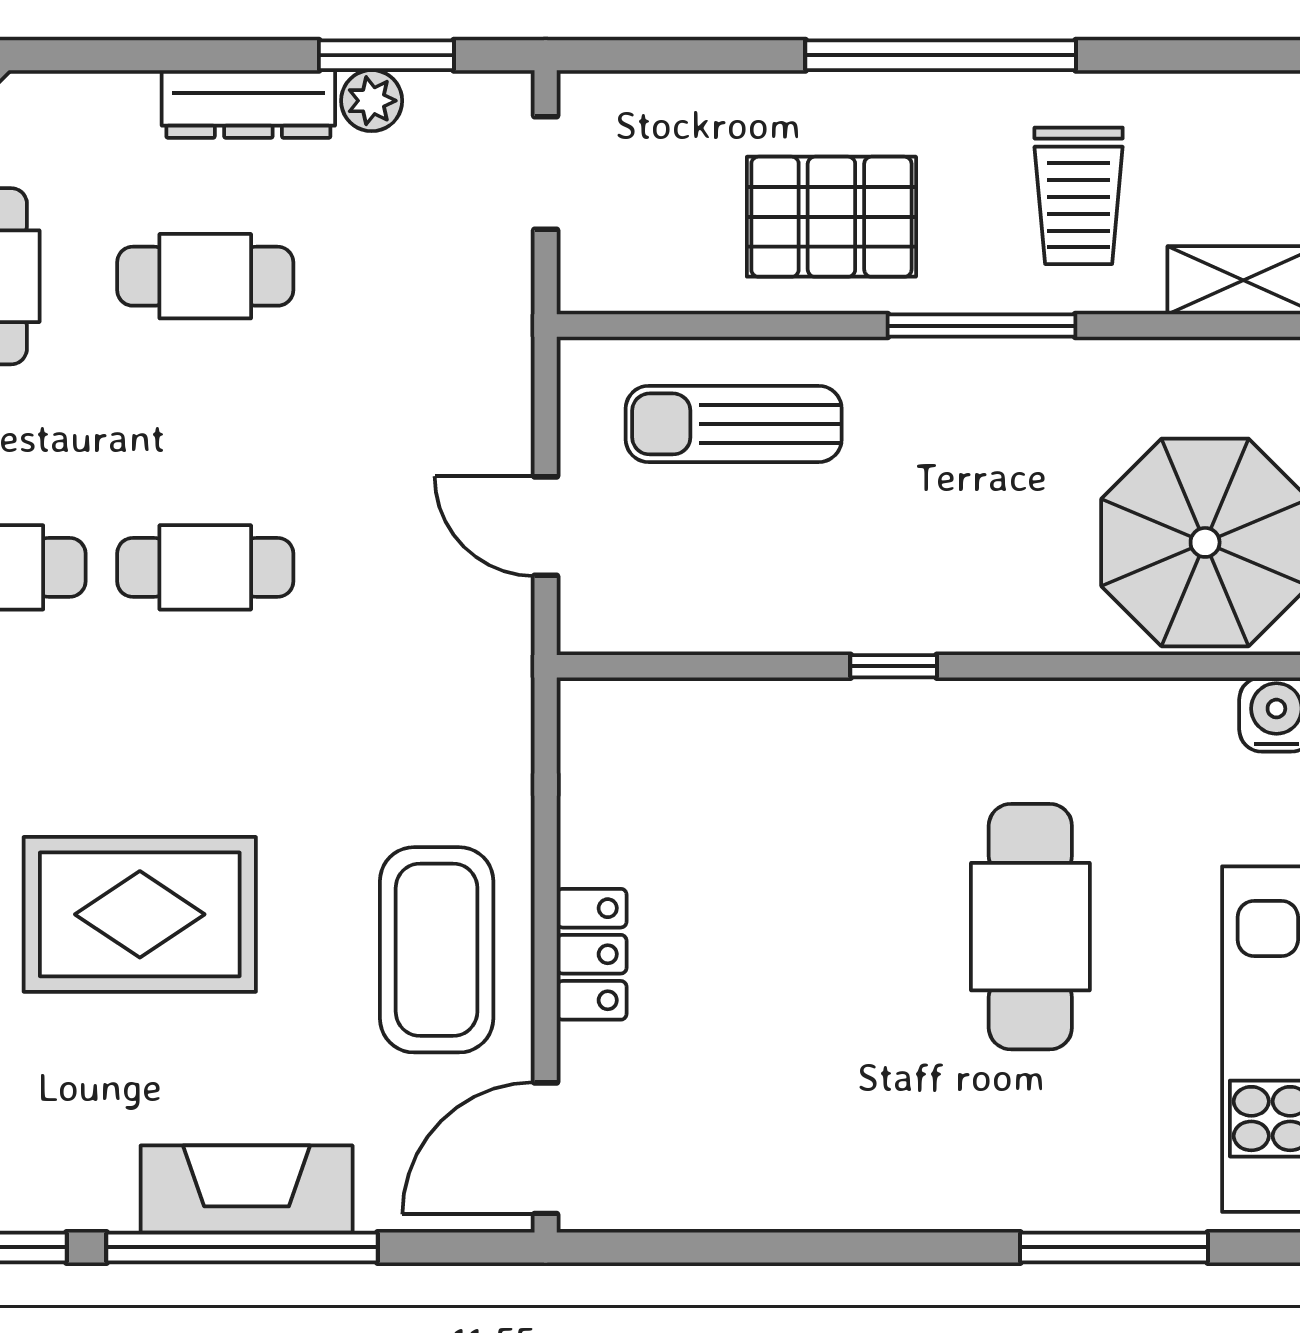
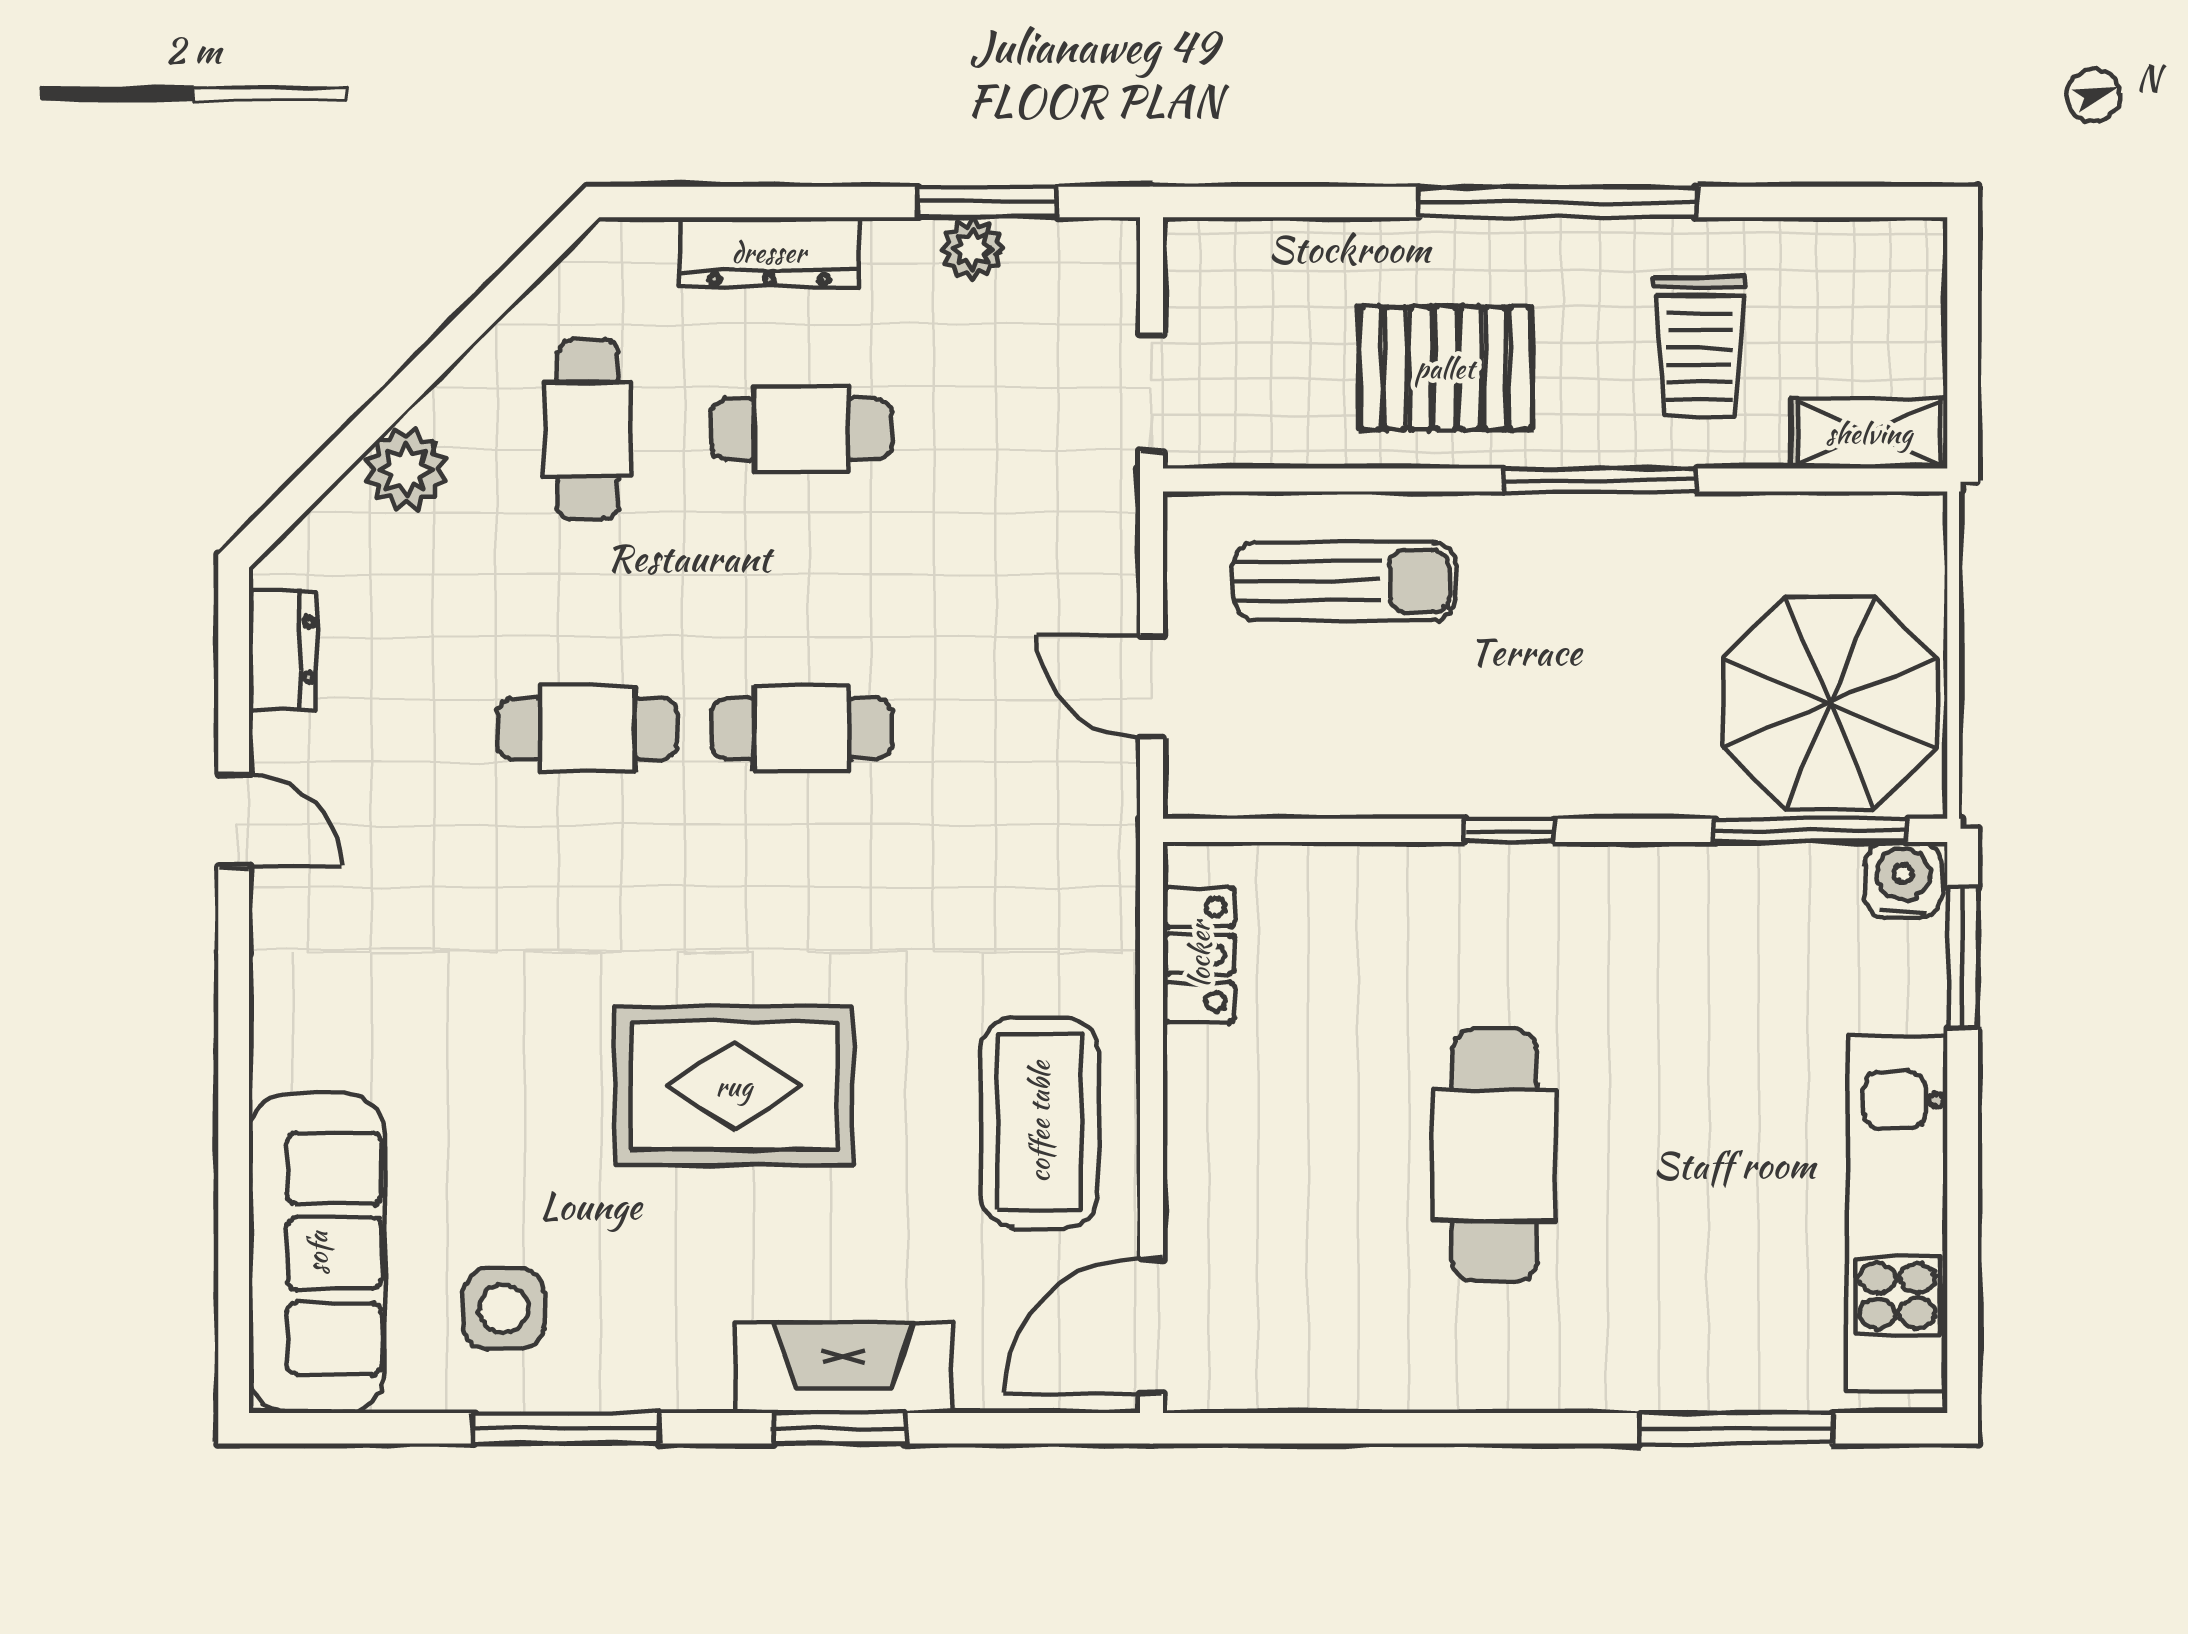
dresser: (248, 104) -> (769, 252), moved
doorway: (546, 173) -> (1151, 393), moved
sun lounger: (734, 424) -> (1345, 581), turned 180
window: (1186, 666) -> (1811, 830), added
cafe table: (1030, 927) -> (1494, 1155), moved
locker: (592, 954) -> (1199, 954), moved
window: (242, 1247) -> (839, 1428), width x0.47

